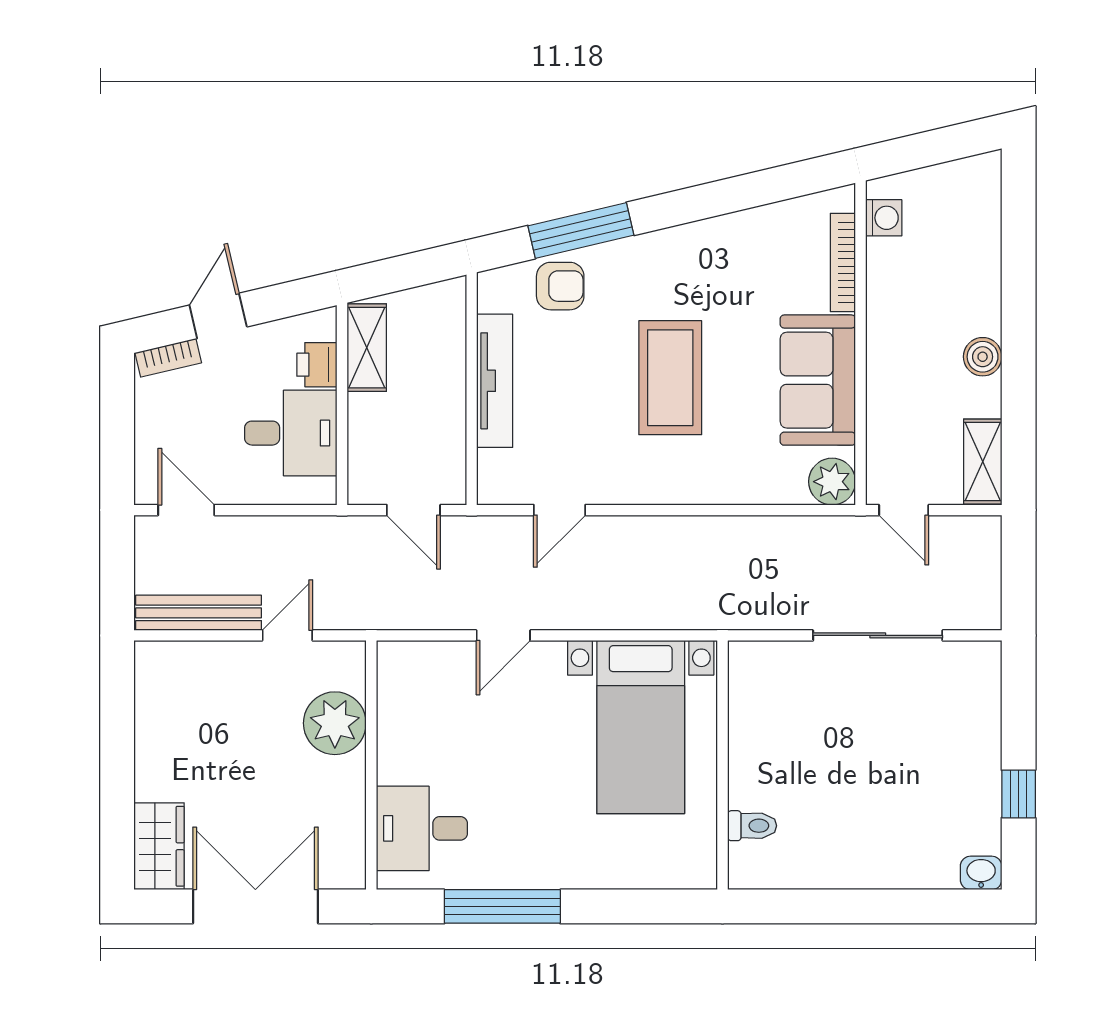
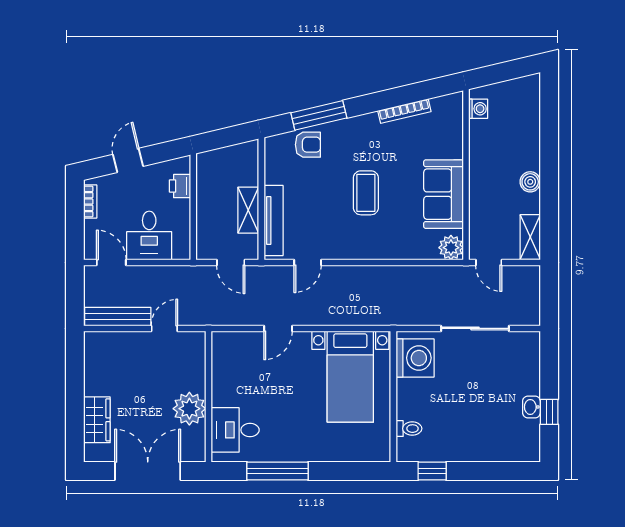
bookcase: (843, 262) -> (404, 111), moved, turned -103
shelving: (367, 348) -> (248, 210), moved
bookcase: (168, 358) -> (90, 202), moved, turned -77
coffee table: (670, 378) -> (366, 193), width x0.73, depth x0.76
tv unit: (495, 381) -> (274, 220), moved
desk: (291, 433) -> (149, 236), moved, turned 90
washing machine: (764, 692) -> (415, 358), added
plant: (335, 723) -> (189, 409), moved
wardrobe: (159, 846) -> (97, 420), moved
washbasin: (981, 873) -> (531, 407), moved, turned -90
window: (796, 906) -> (432, 471), added

